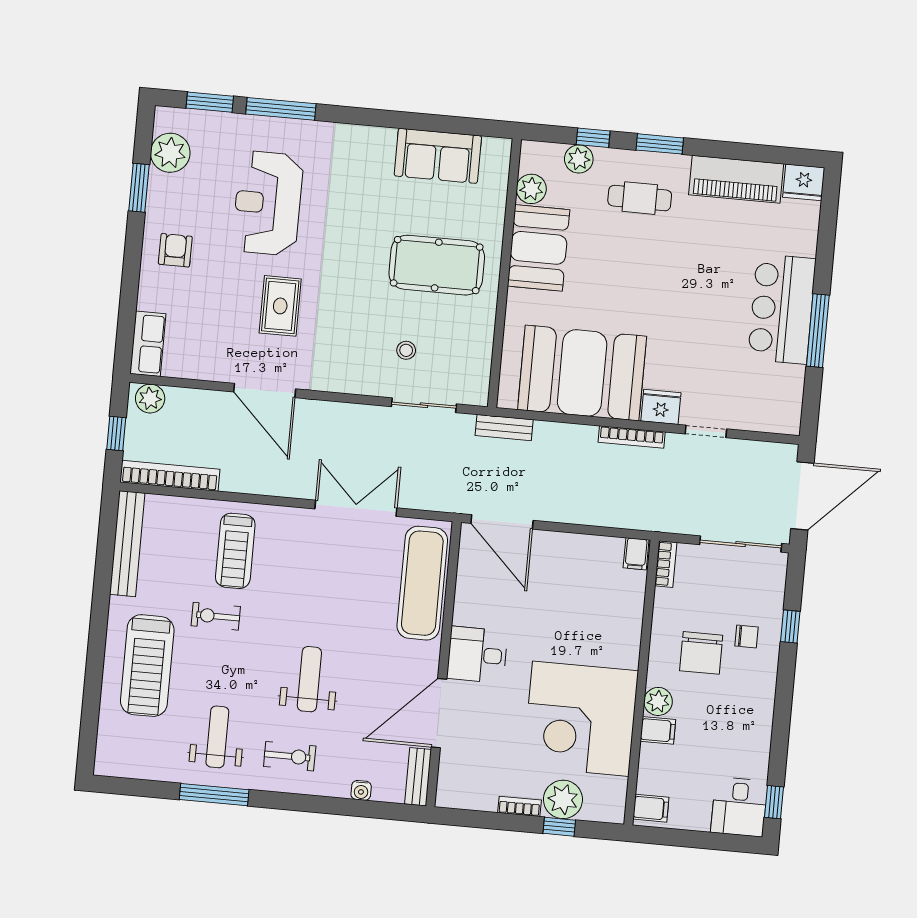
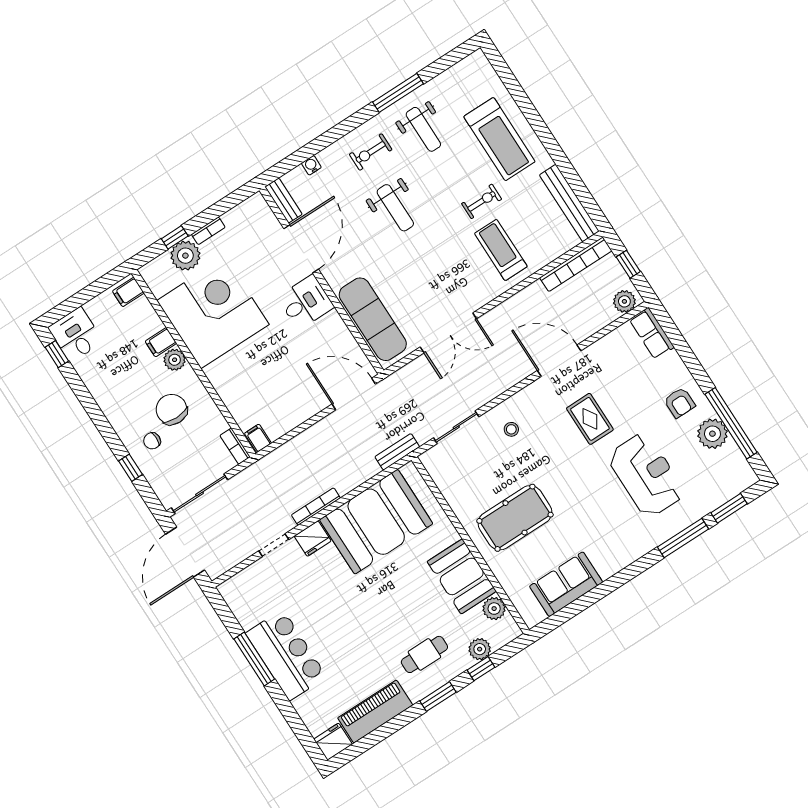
plant: (170, 153) -> (712, 434), moved
window: (139, 188) -> (731, 423), width x2.11
stool: (406, 350) -> (511, 429), moved
treadmill: (147, 666) -> (499, 139), turned 180

